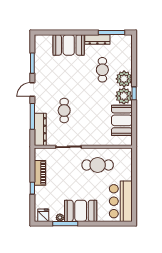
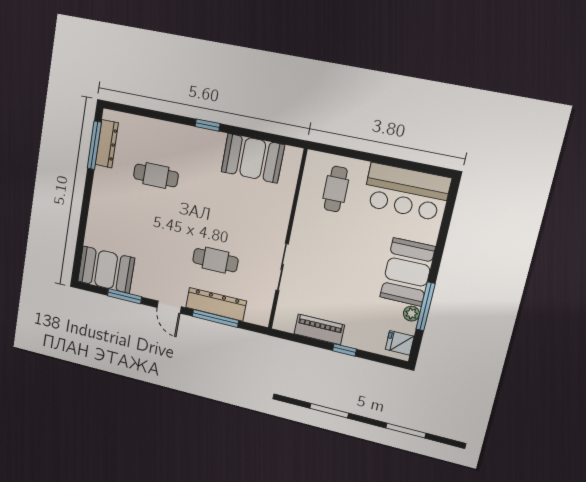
dresser: (97, 39) -> (107, 144), moved
booth: (69, 45) -> (106, 270), moved, turned 90
plant: (124, 79) -> (178, 139), removed
plant: (124, 96) -> (209, 146), removed
dresser: (40, 129) -> (216, 304), moved
cafe table: (98, 165) -> (336, 189), moved, width x0.73, depth x0.74

